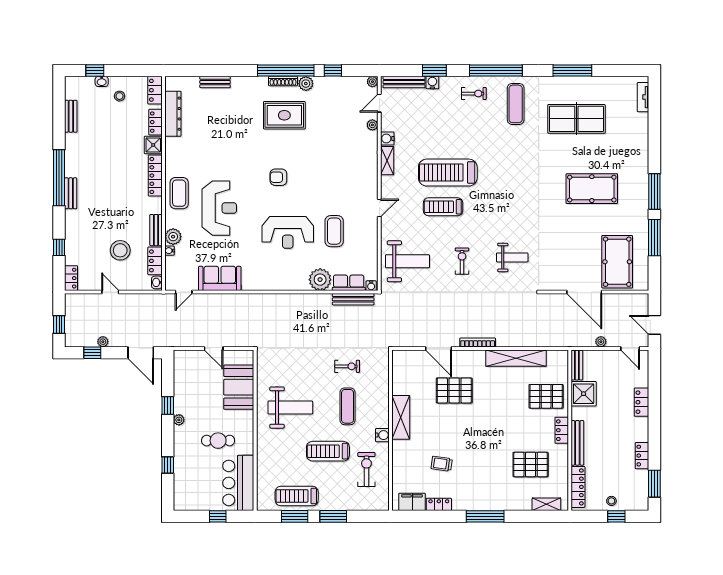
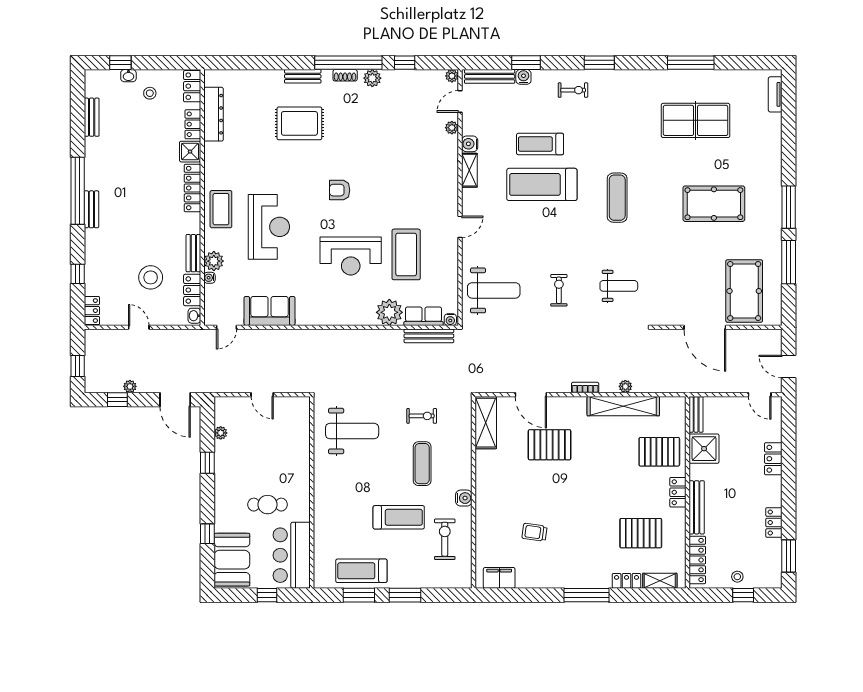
window: (496, 71) -> (599, 63), width x0.47
shoe rack: (283, 81) -> (345, 75), width x0.70
bench: (215, 82) -> (303, 76), moved
exercise mat: (516, 104) -> (617, 198), moved
rug: (284, 115) -> (299, 123), moved
treadmill: (443, 207) -> (540, 144), moved
coffee table: (334, 231) -> (406, 254), width x1.36, depth x1.32
plant: (601, 342) -> (625, 386), moved
bookcase: (478, 343) -> (585, 388), width x0.64
booth: (239, 387) -> (232, 560), moved
weight bench: (290, 408) -> (352, 431), moved
shelving: (401, 417) -> (486, 423), moved
plant: (179, 420) -> (221, 433), moved
treadmill: (328, 451) -> (399, 517), turned 180
locker: (439, 504) -> (627, 581), moved

